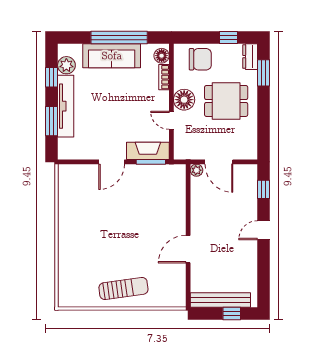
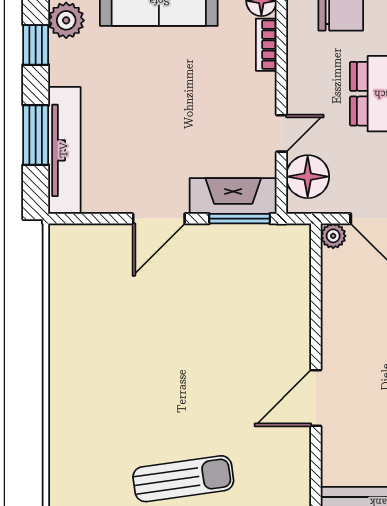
floor lamp: (184, 100) -> (308, 177), moved
tv unit: (66, 106) -> (64, 150), moved
door: (171, 120) -> (281, 133), swing flipped

